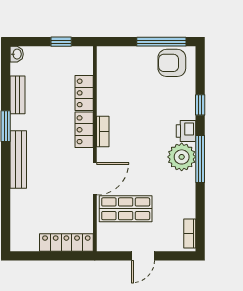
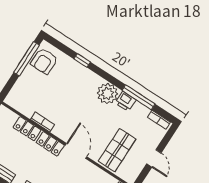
printer: (186, 131) -> (126, 101), moved
bookcase: (103, 132) -> (43, 122), moved
window: (200, 159) -> (138, 97), moved
door: (95, 179) -> (76, 151), moved

